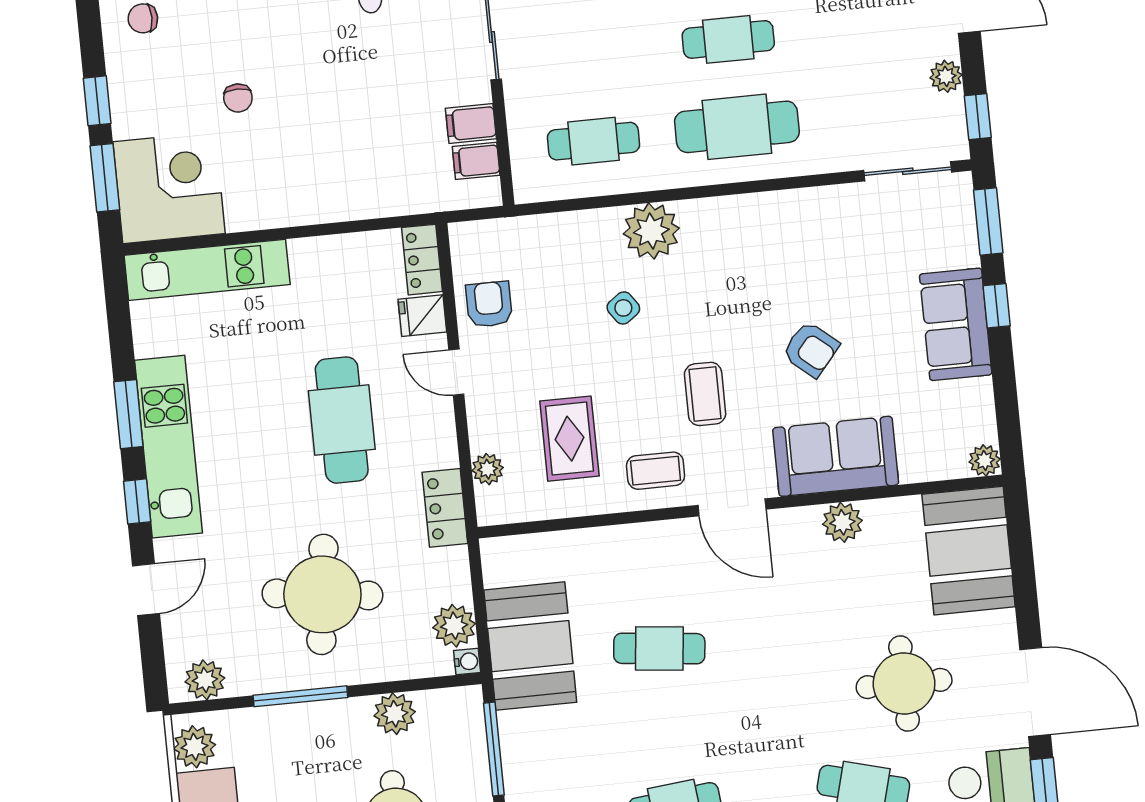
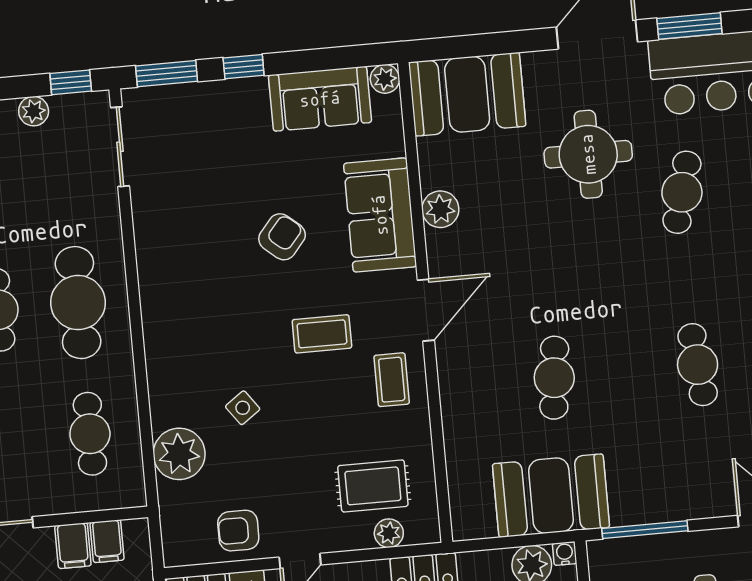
plant: (651, 231) -> (179, 454), moved
sofa: (956, 324) -> (320, 99), moved
rug: (569, 439) -> (373, 486), moved

